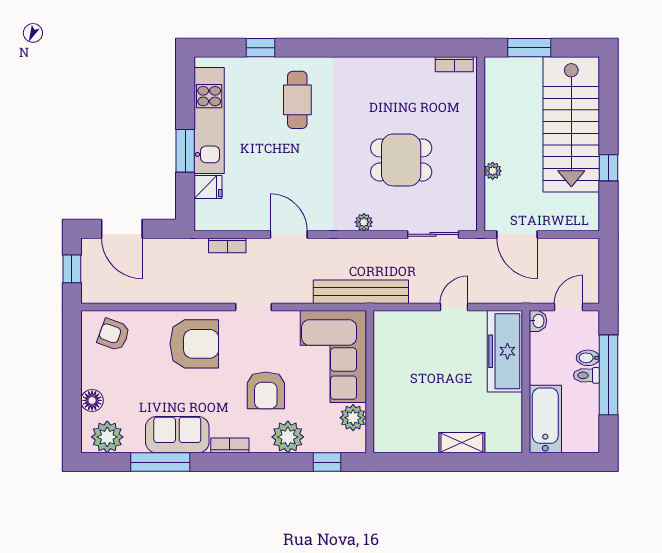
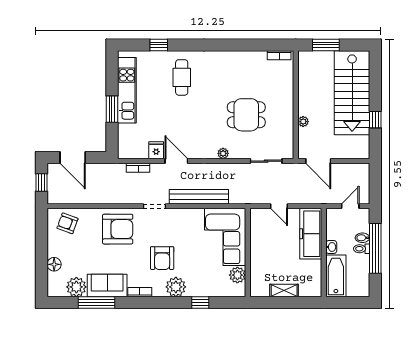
fridge: (208, 187) -> (156, 150), moved, turned -90
bench: (361, 292) -> (199, 197), moved
door: (454, 307) -> (279, 206), swing flipped
washbasin: (538, 321) -> (331, 247), moved
corner sofa: (333, 356) -> (225, 237), moved
wall: (370, 382) -> (248, 253), moved
plant: (353, 418) -> (237, 275), moved
plant: (107, 437) -> (76, 287), moved

